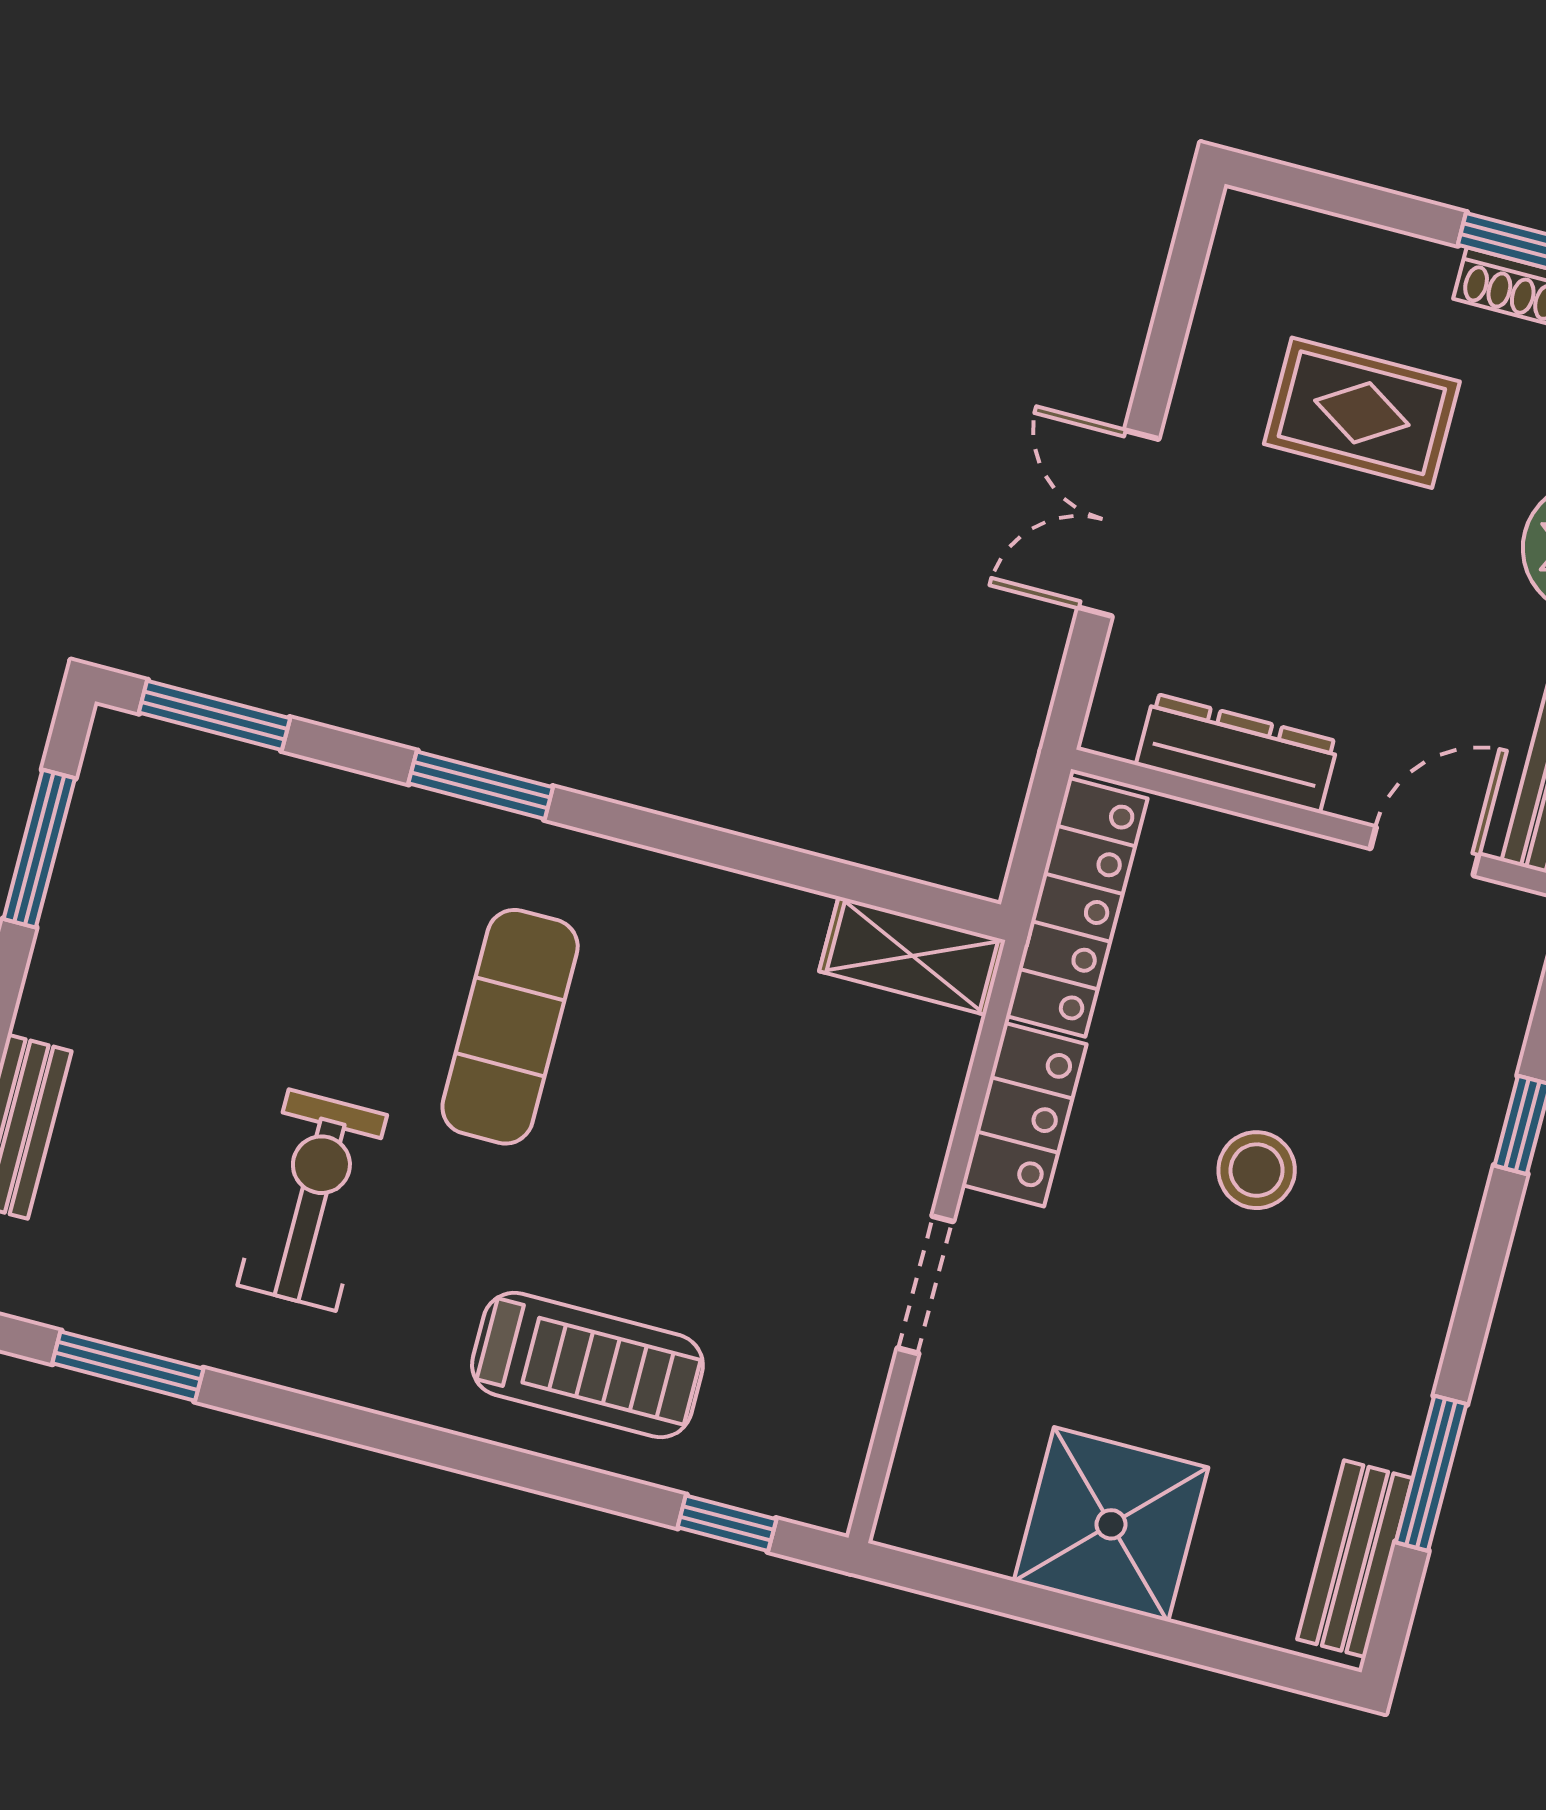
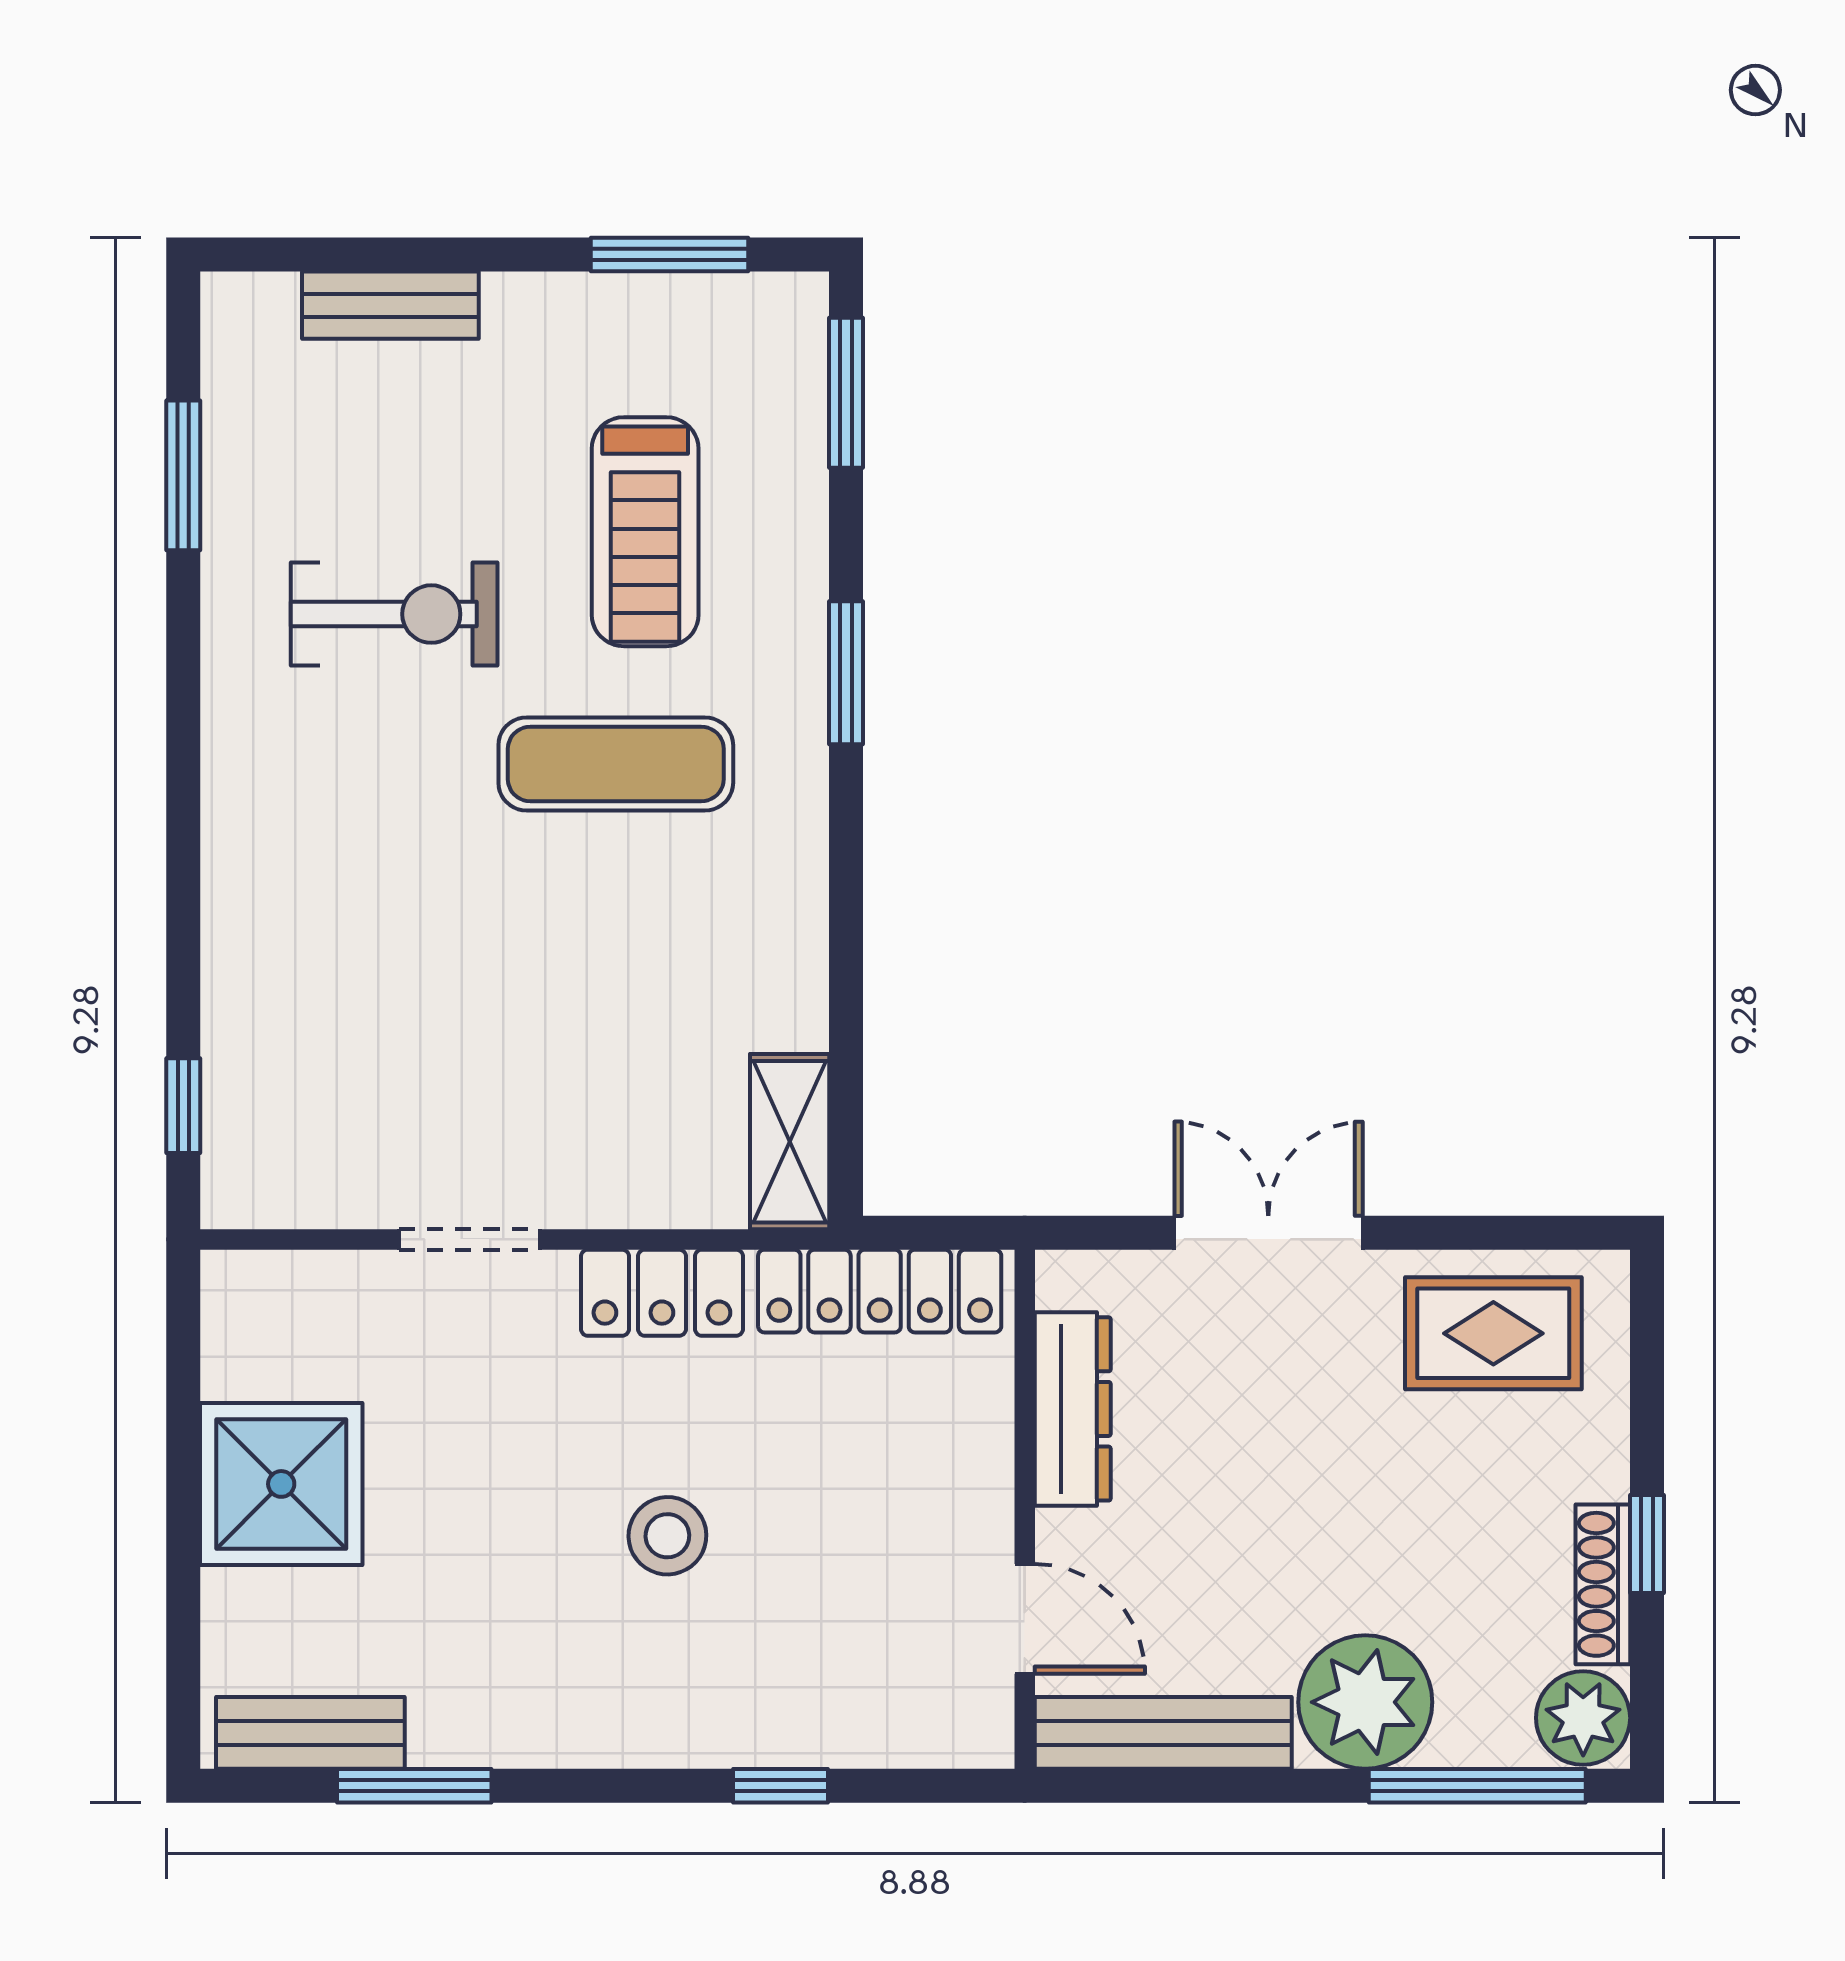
rug: (1362, 413) -> (1493, 1333), moved, turned 90
treadmill: (587, 1365) -> (645, 532), moved

